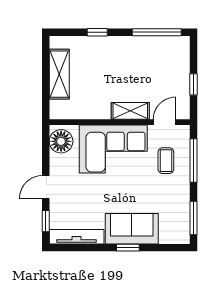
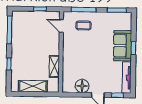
shelving: (130, 111) -> (54, 66), moved
floor lamp: (61, 141) -> (82, 86), moved
corner sofa: (113, 149) -> (76, 56), removed

